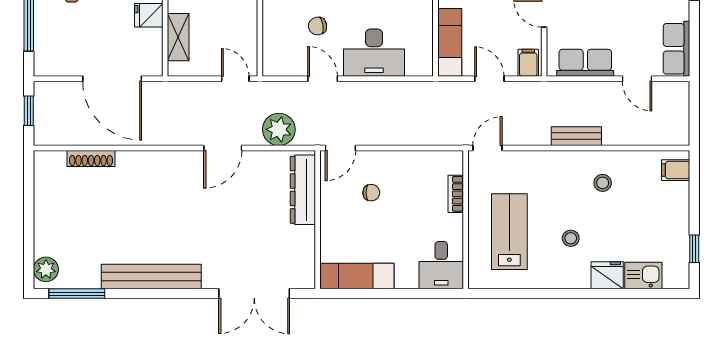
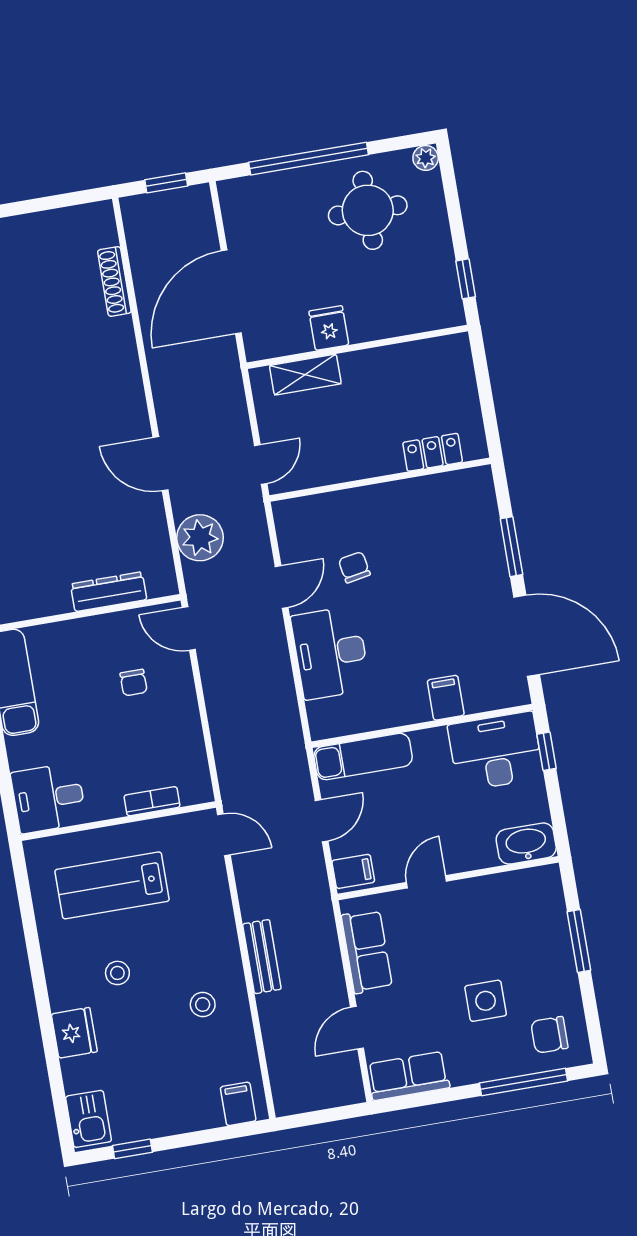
dresser: (303, 190) -> (109, 592), width x0.73, depth x0.80
lab bench: (509, 232) -> (112, 885), turned 180
kitchen sink: (643, 276) -> (88, 1119), moved

